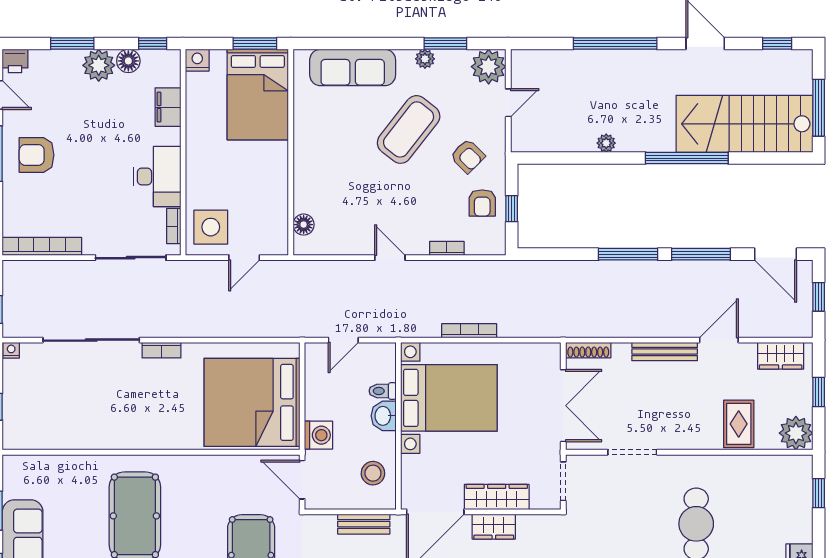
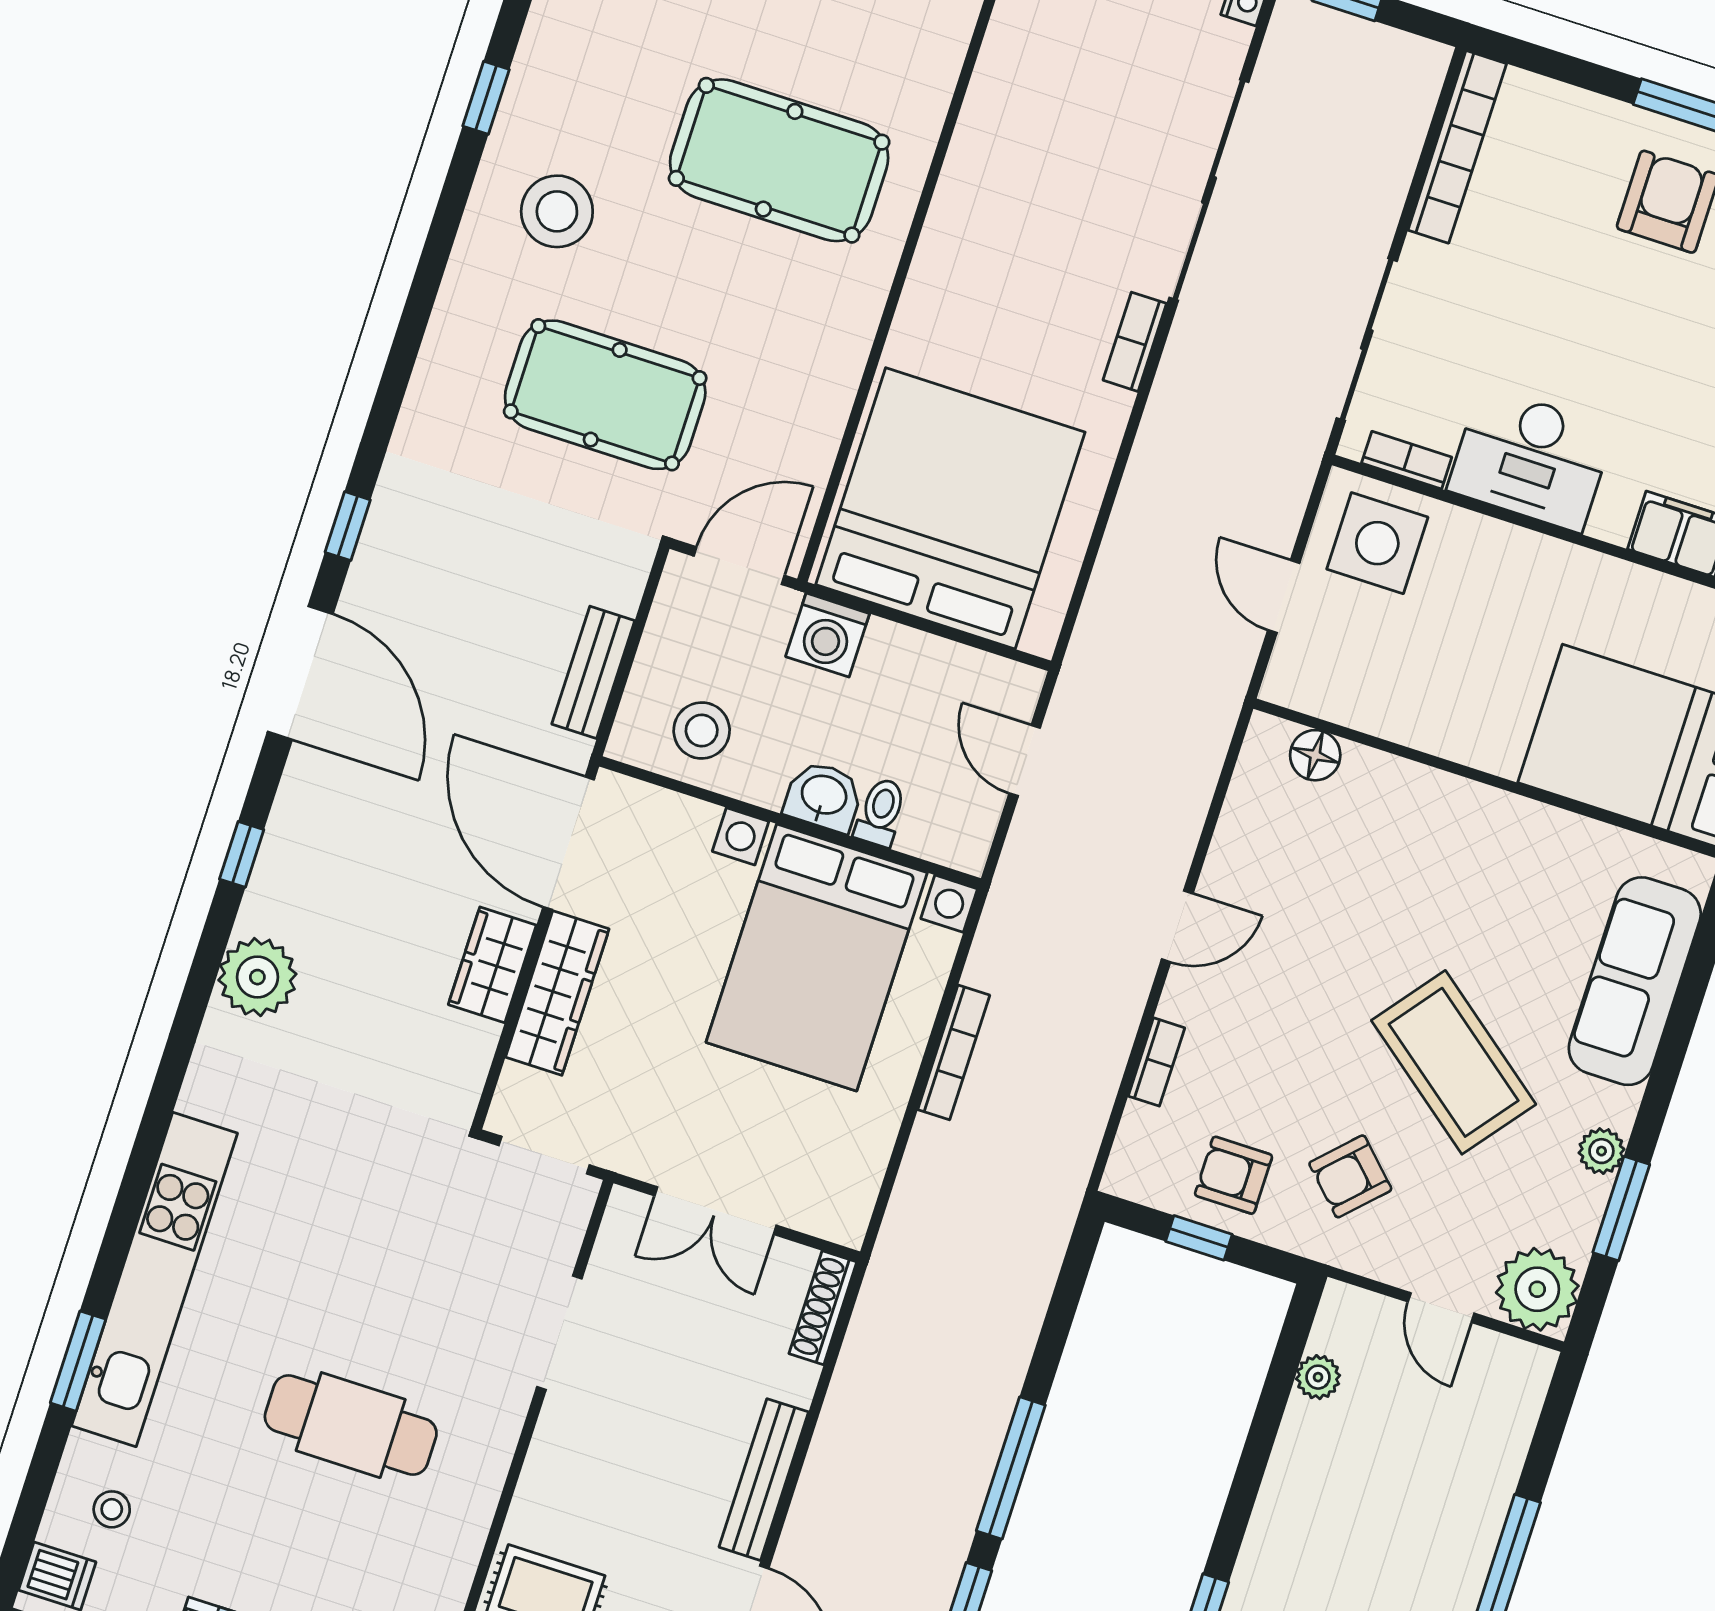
plant: (606, 143) -> (1318, 1377), moved
double door: (563, 406) -> (715, 1211), width x0.73

